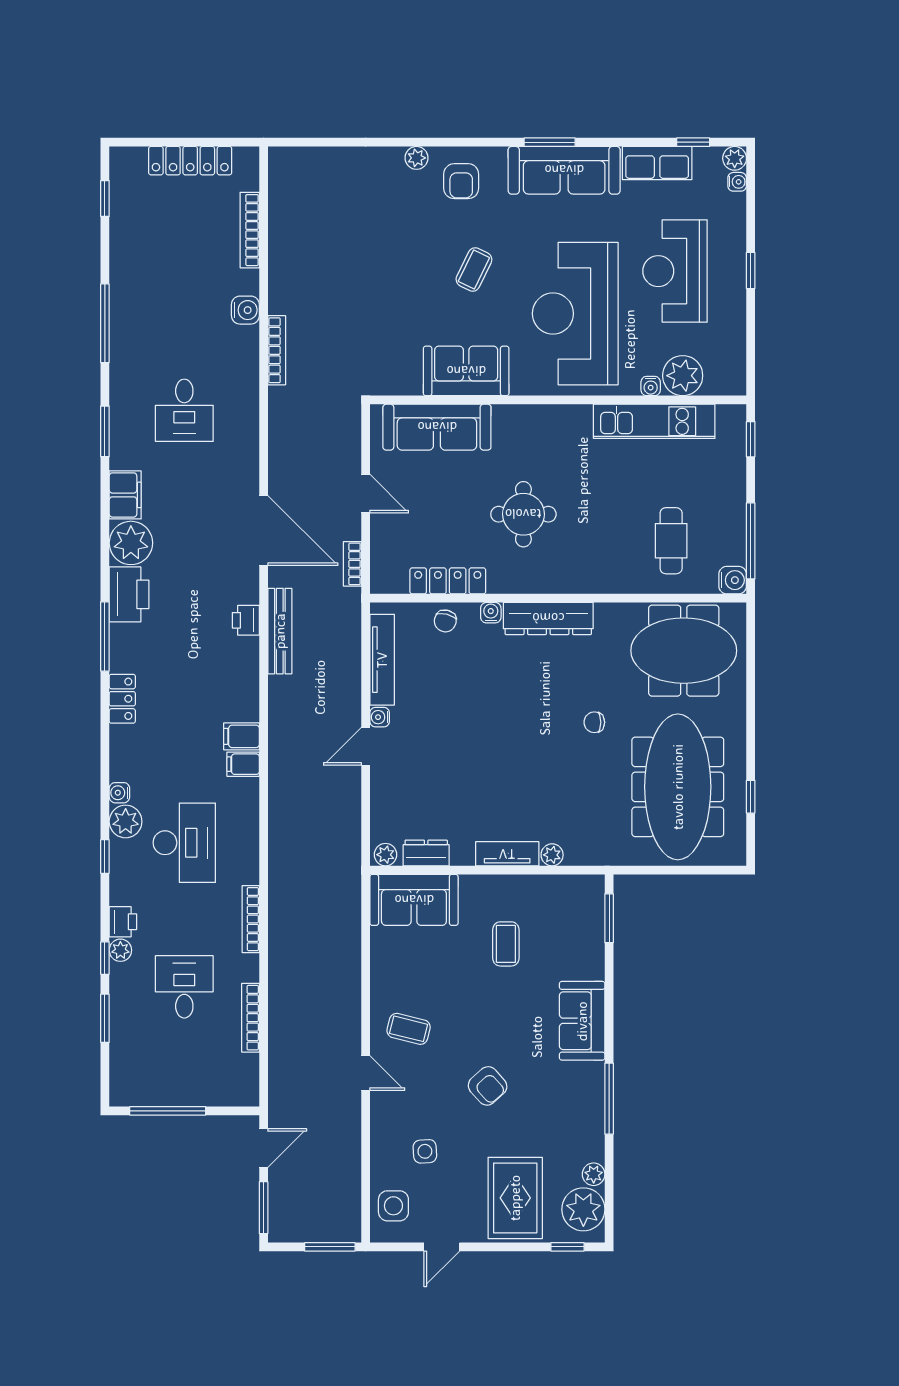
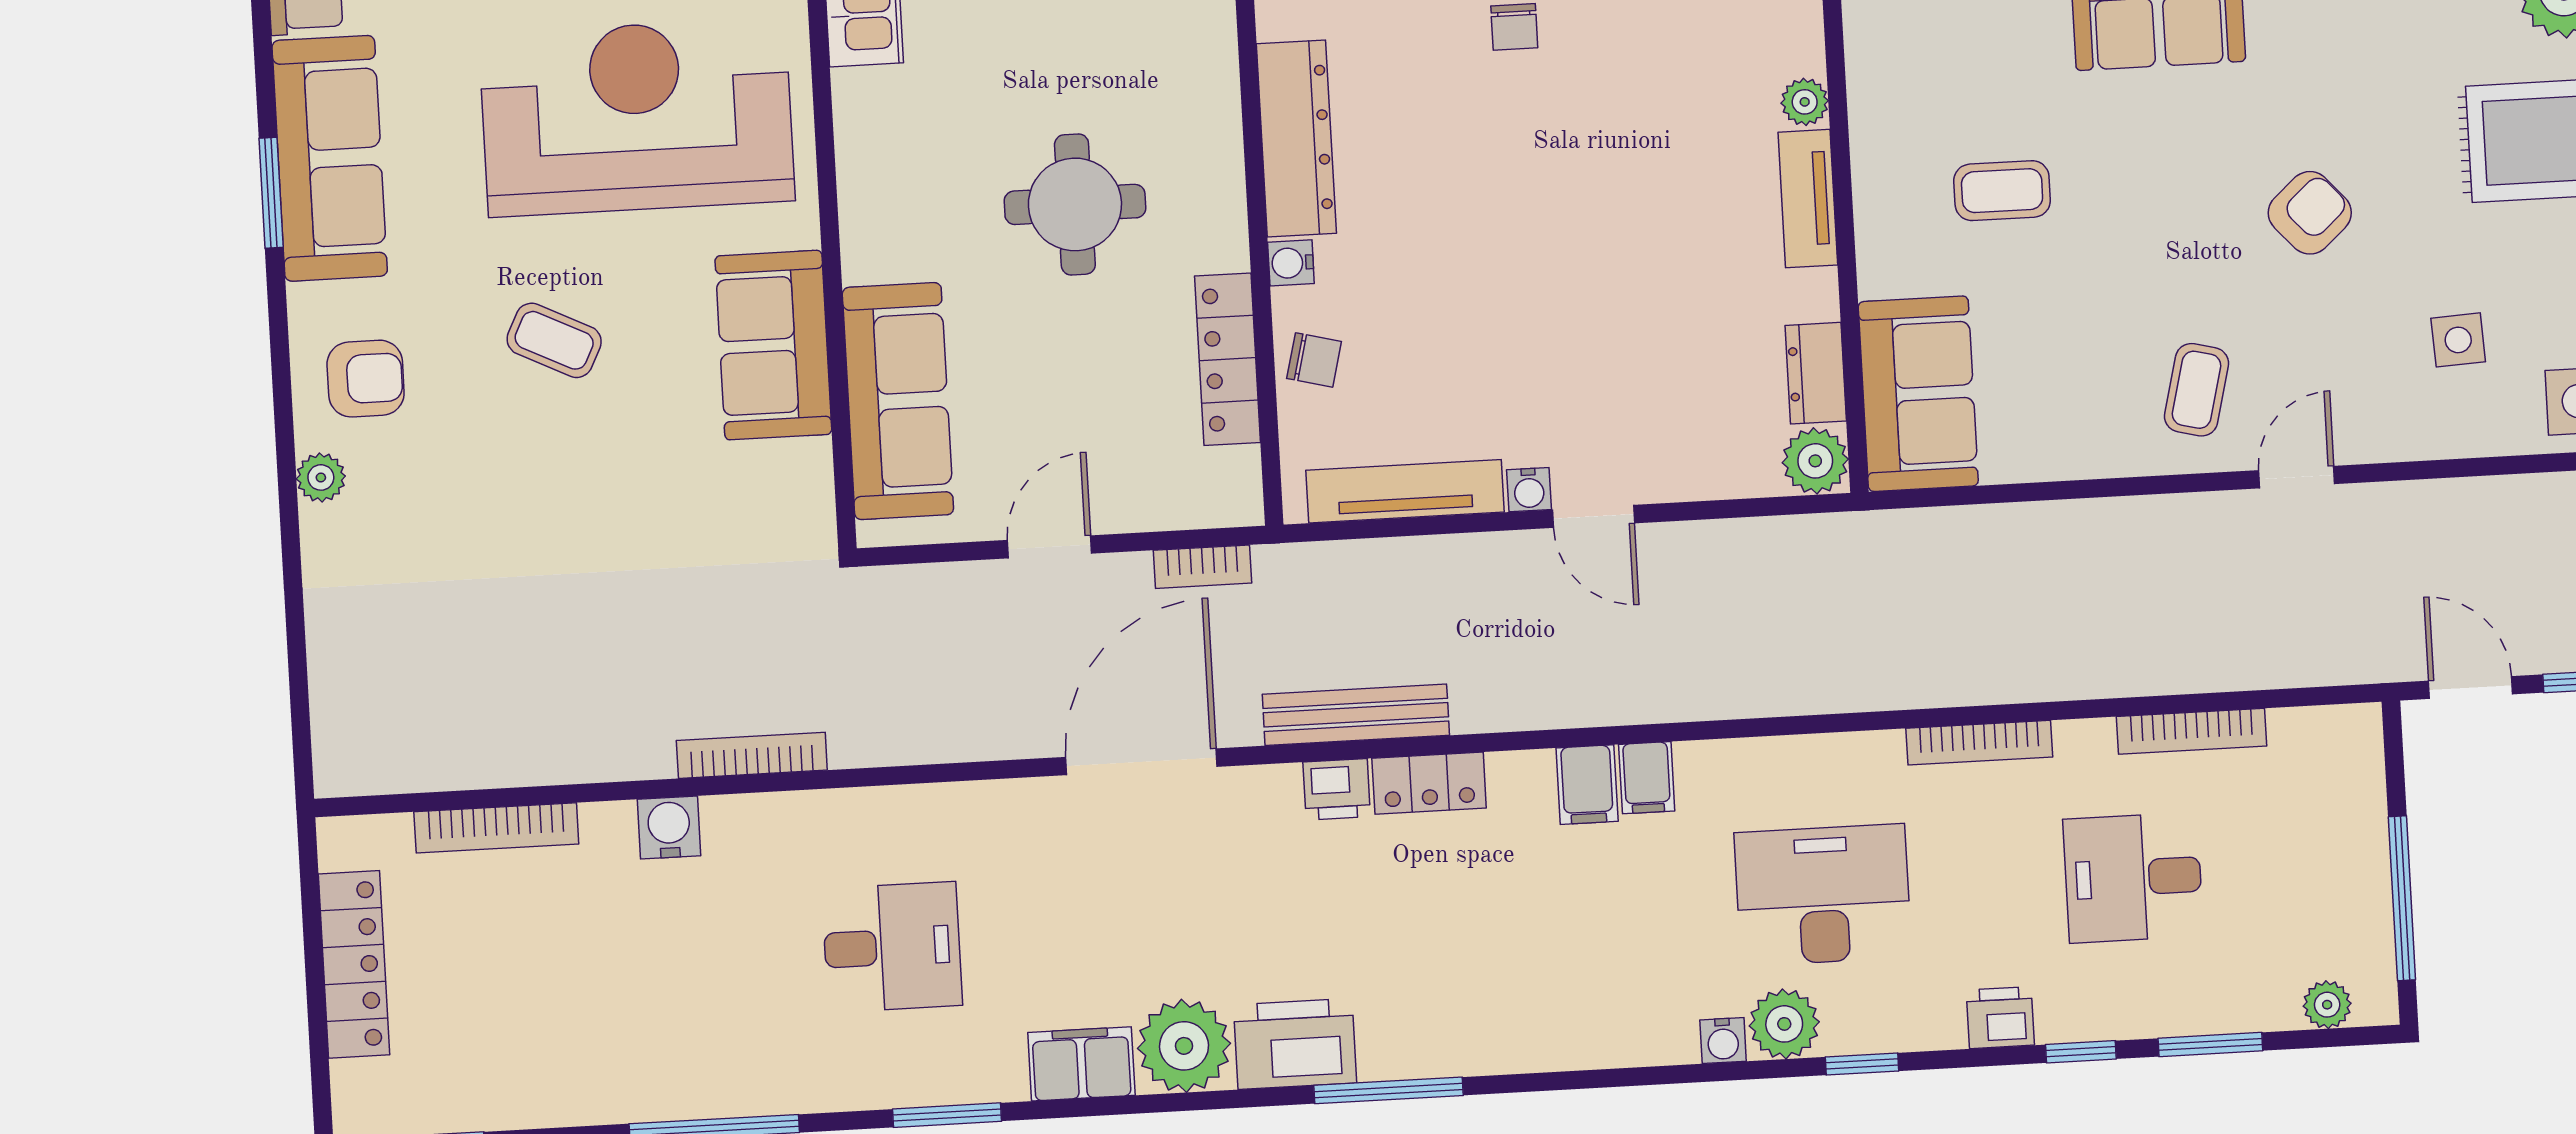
reception desk: (575, 314) -> (637, 117), turned 180
locker: (122, 699) -> (1429, 783), moved, turned 180
plant: (386, 855) -> (1815, 461), width x1.38, depth x1.38
plant: (120, 950) -> (2327, 1005), moved

